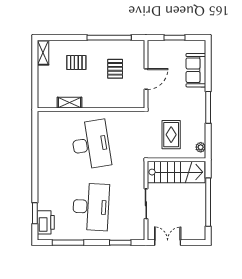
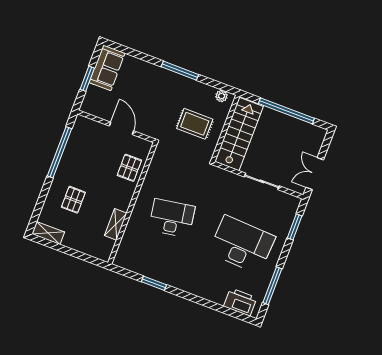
pallet: (115, 69) -> (129, 168), moved, turned 90
sofa: (196, 70) -> (107, 68), moved, turned -90
desk: (91, 145) -> (172, 218), width x0.73, depth x0.77
window: (35, 213) -> (154, 283), moved

